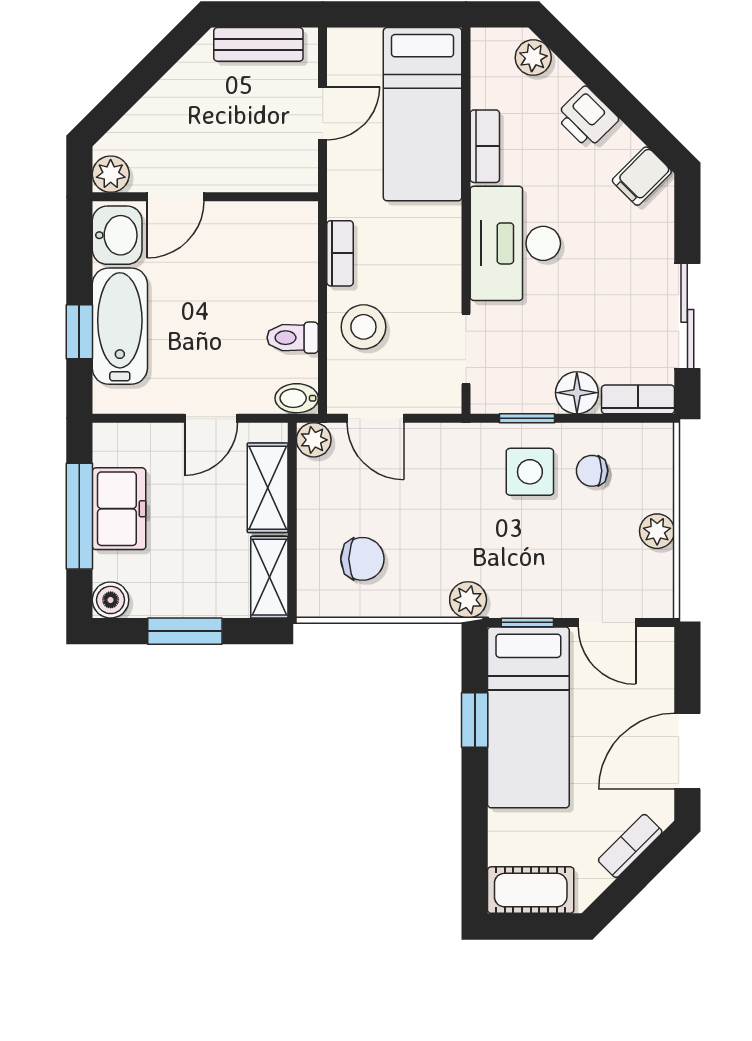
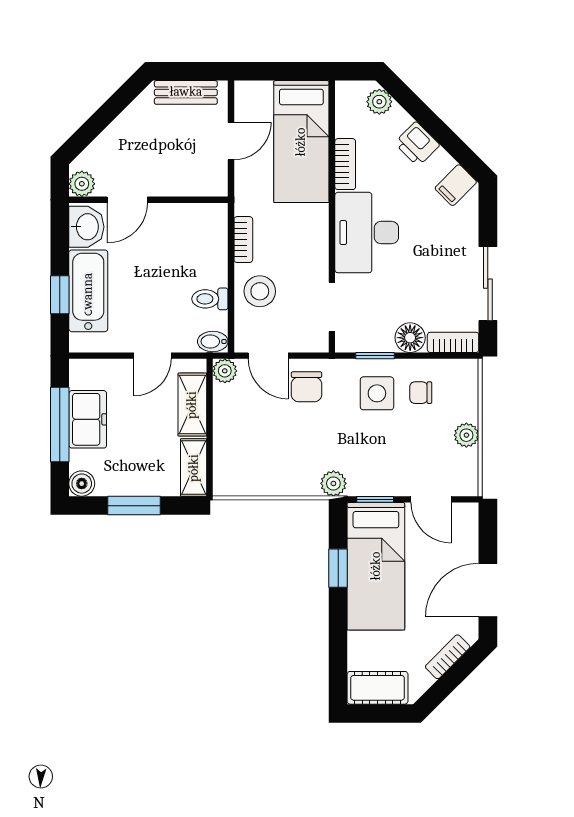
chair: (362, 559) -> (306, 387), moved, turned 90

